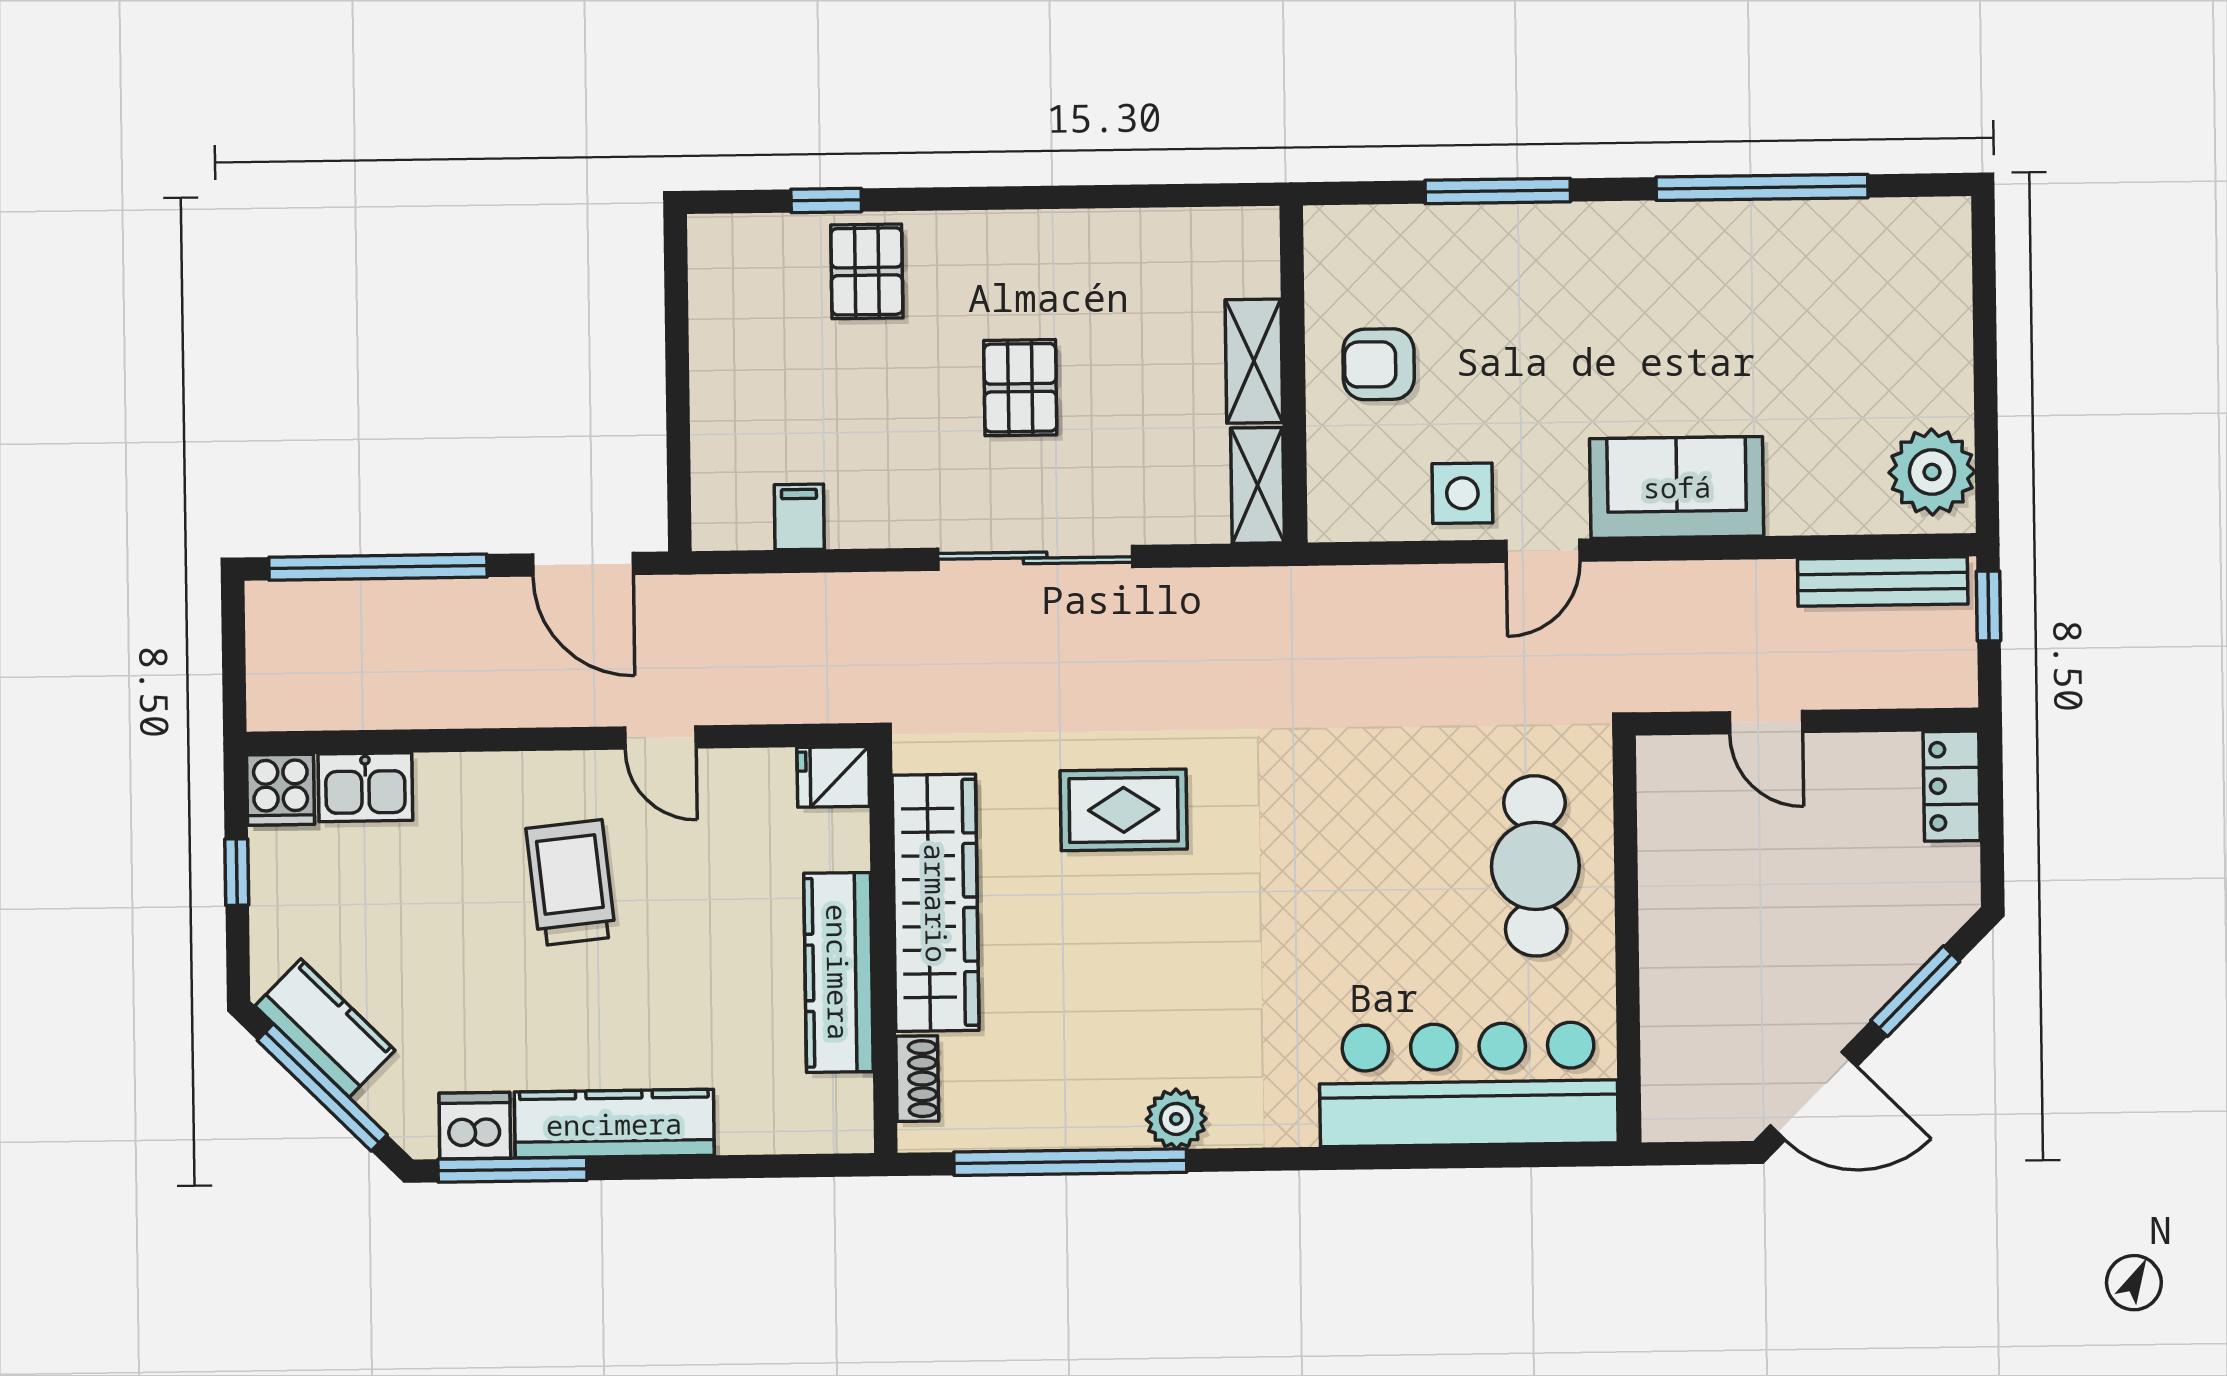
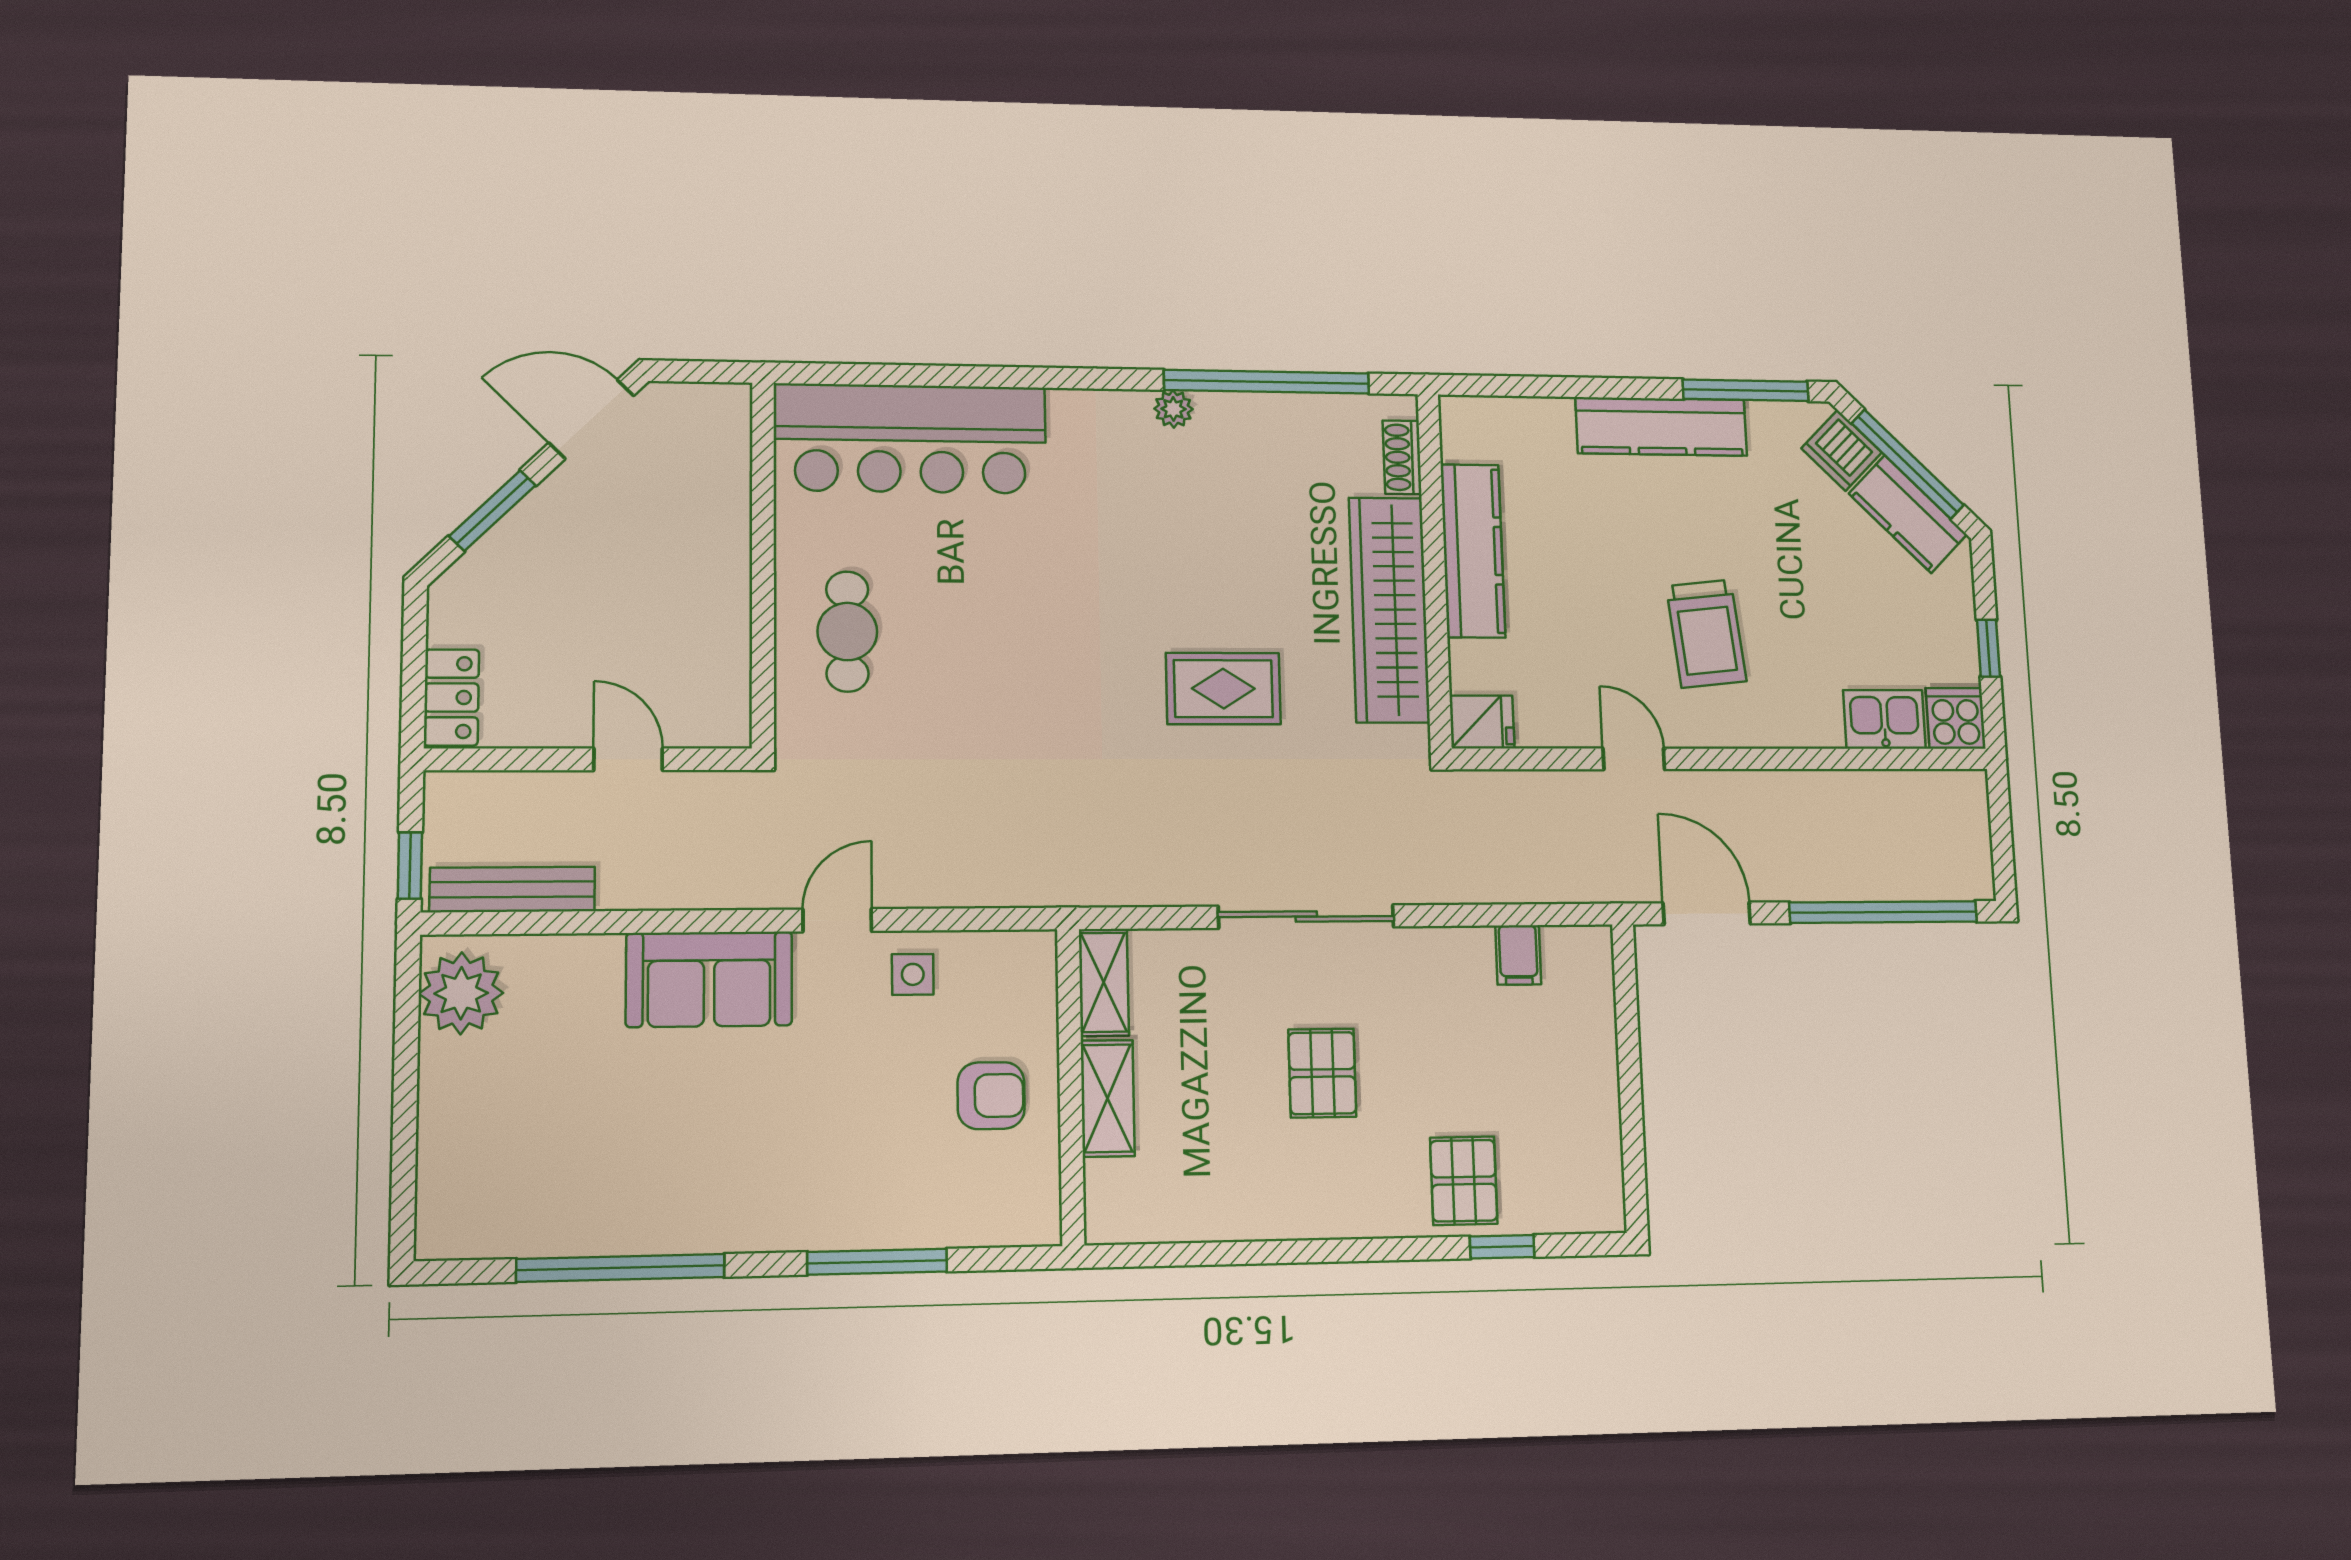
side table: (1462, 493) -> (913, 974), width x0.73, depth x0.73
cafe table: (1535, 866) -> (847, 632), width x0.73, depth x0.74
plant: (1176, 1119) -> (1173, 409), width x0.73, depth x0.73
dishwasher: (475, 1126) -> (1842, 450), moved, turned 45

